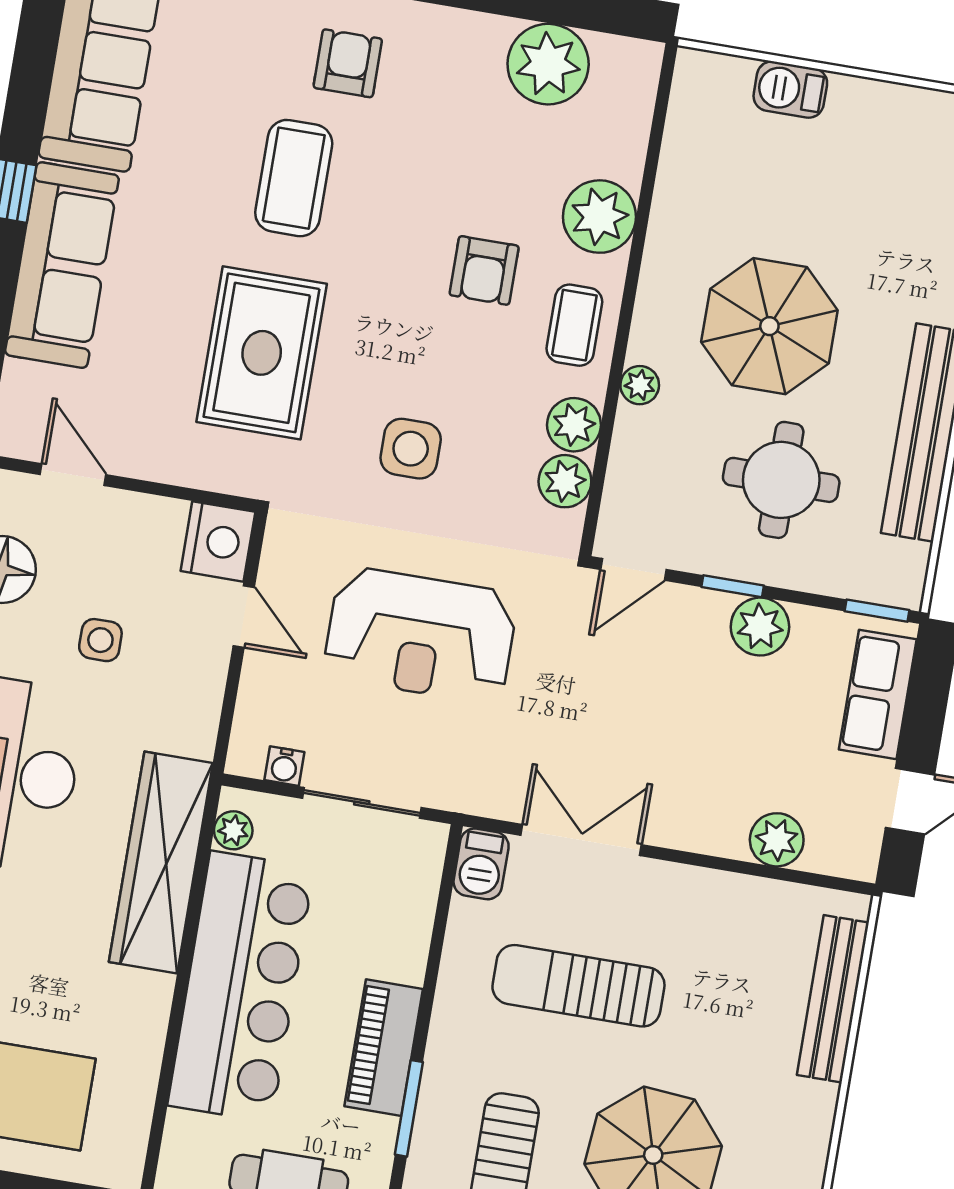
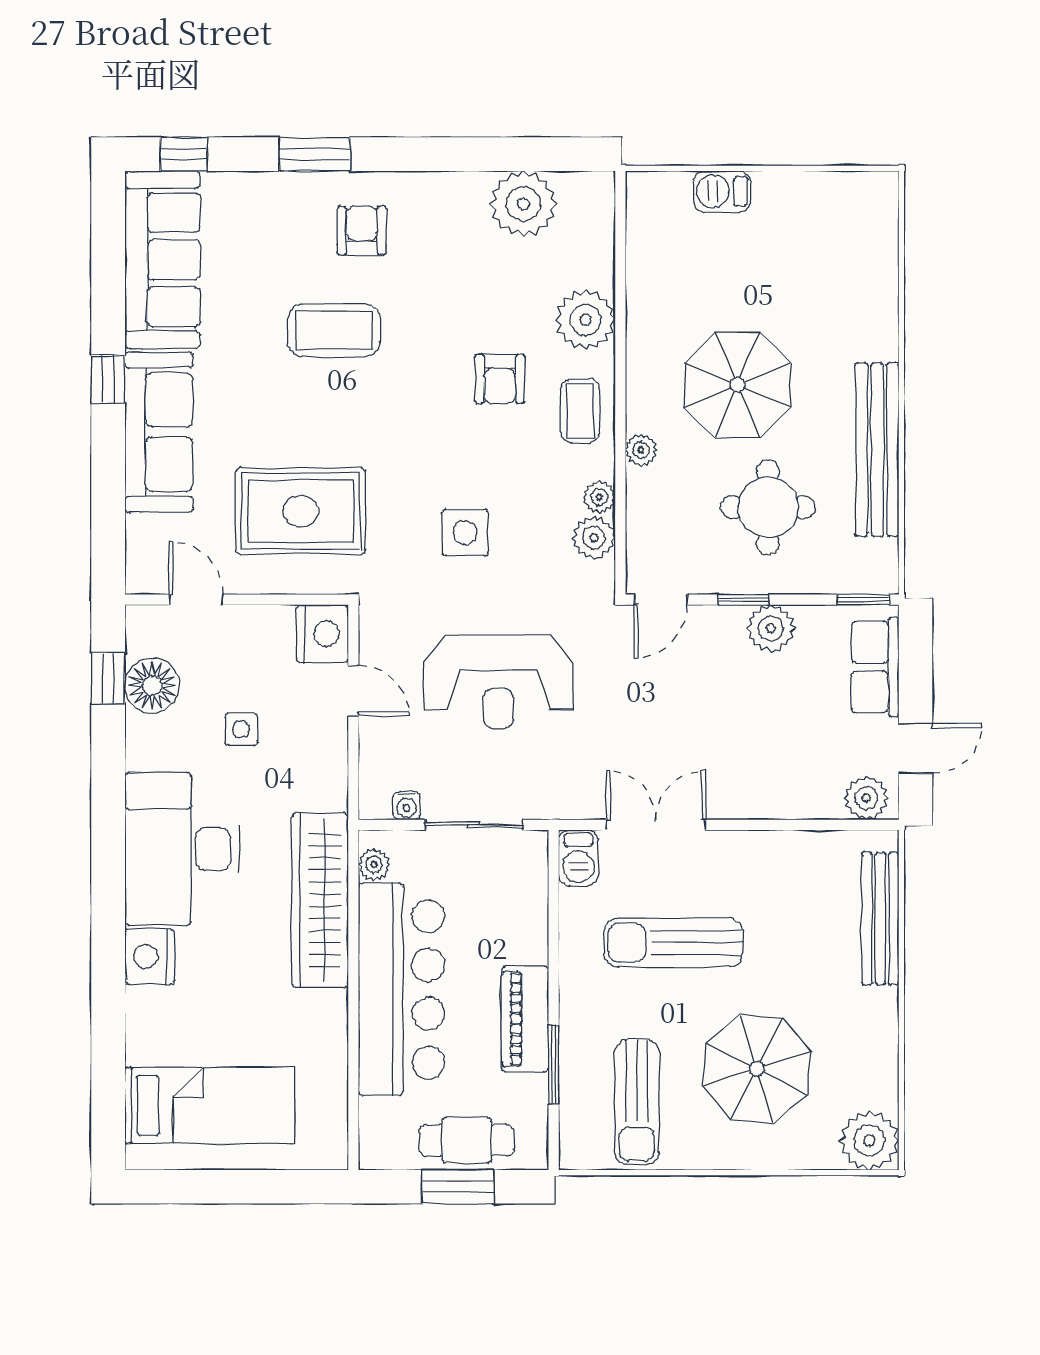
coffee table: (294, 178) -> (334, 330), turned 90
rug: (262, 353) -> (301, 511), moved, turned 90
plant: (574, 425) -> (599, 497), width x0.73, depth x0.73
plant: (777, 840) -> (866, 798), moved

